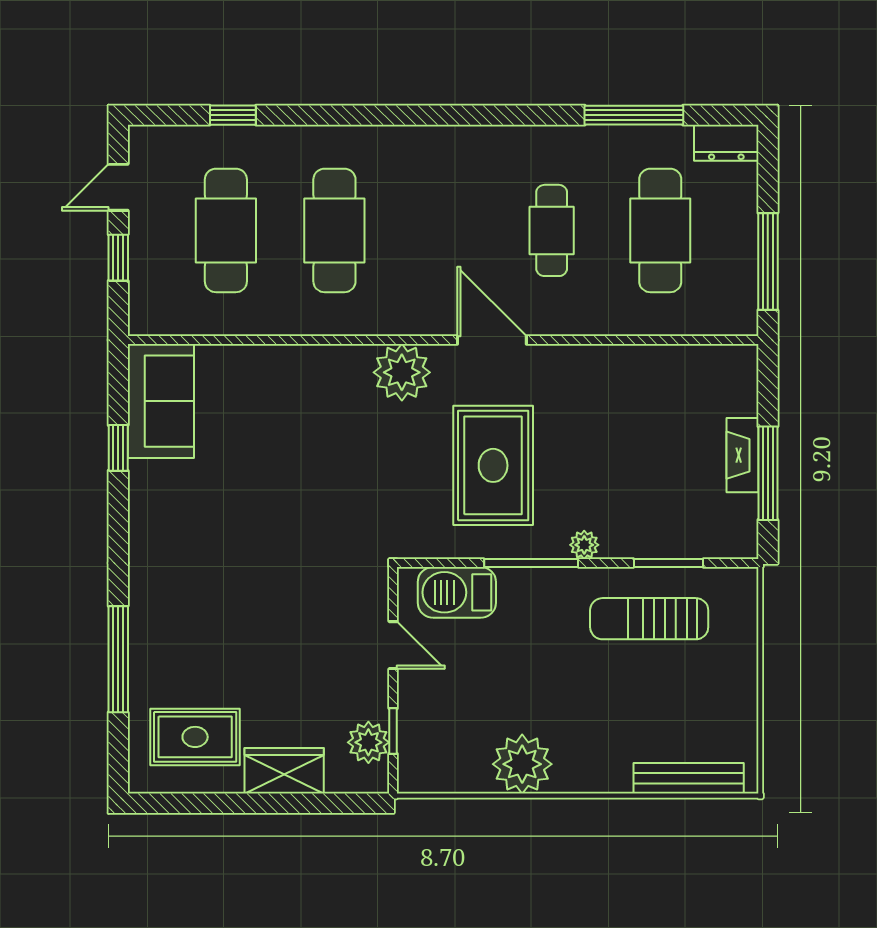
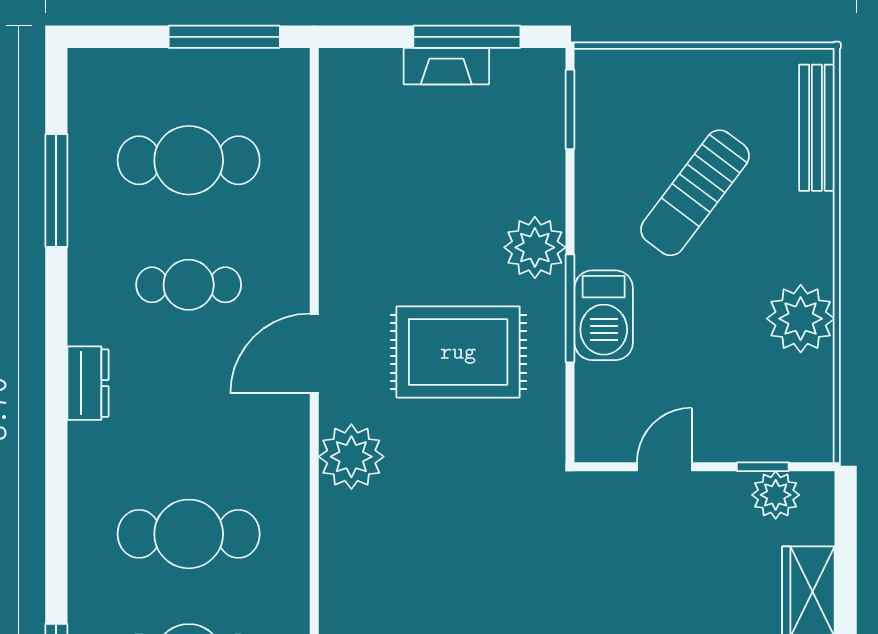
dresser: (726, 143) -> (88, 383), moved
plant: (584, 545) -> (535, 247), width x1.88, depth x1.88
window: (668, 563) -> (570, 109), moved
barbecue: (457, 592) -> (604, 315), moved
sun lounger: (649, 619) -> (695, 193), moved, turned 37

